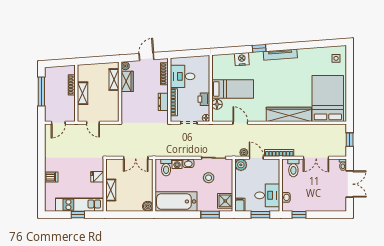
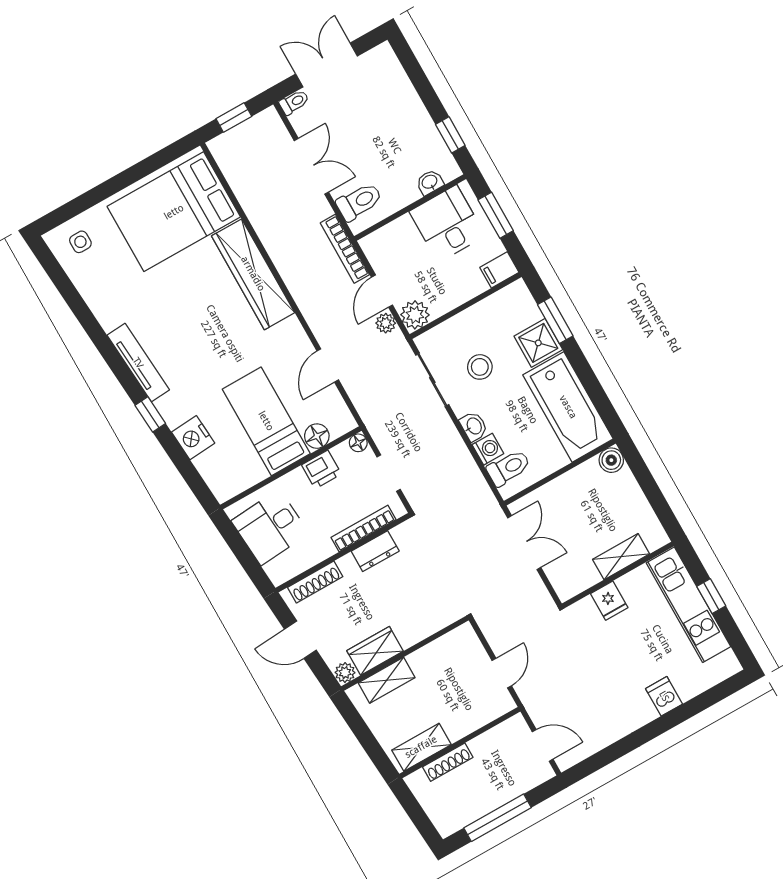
desk: (183, 76) -> (270, 527), moved, turned 86
shelving: (83, 93) -> (421, 747), moved
shower: (225, 201) -> (538, 343), moved

